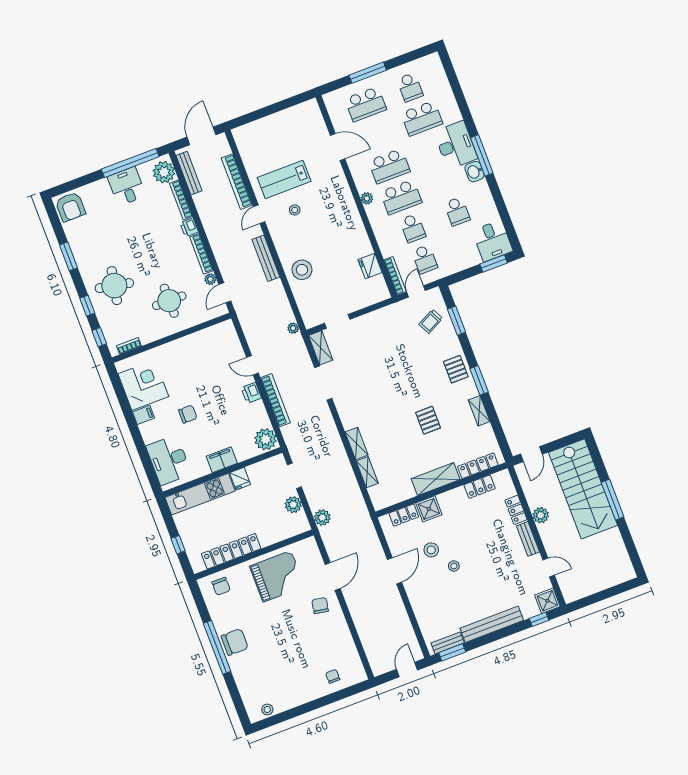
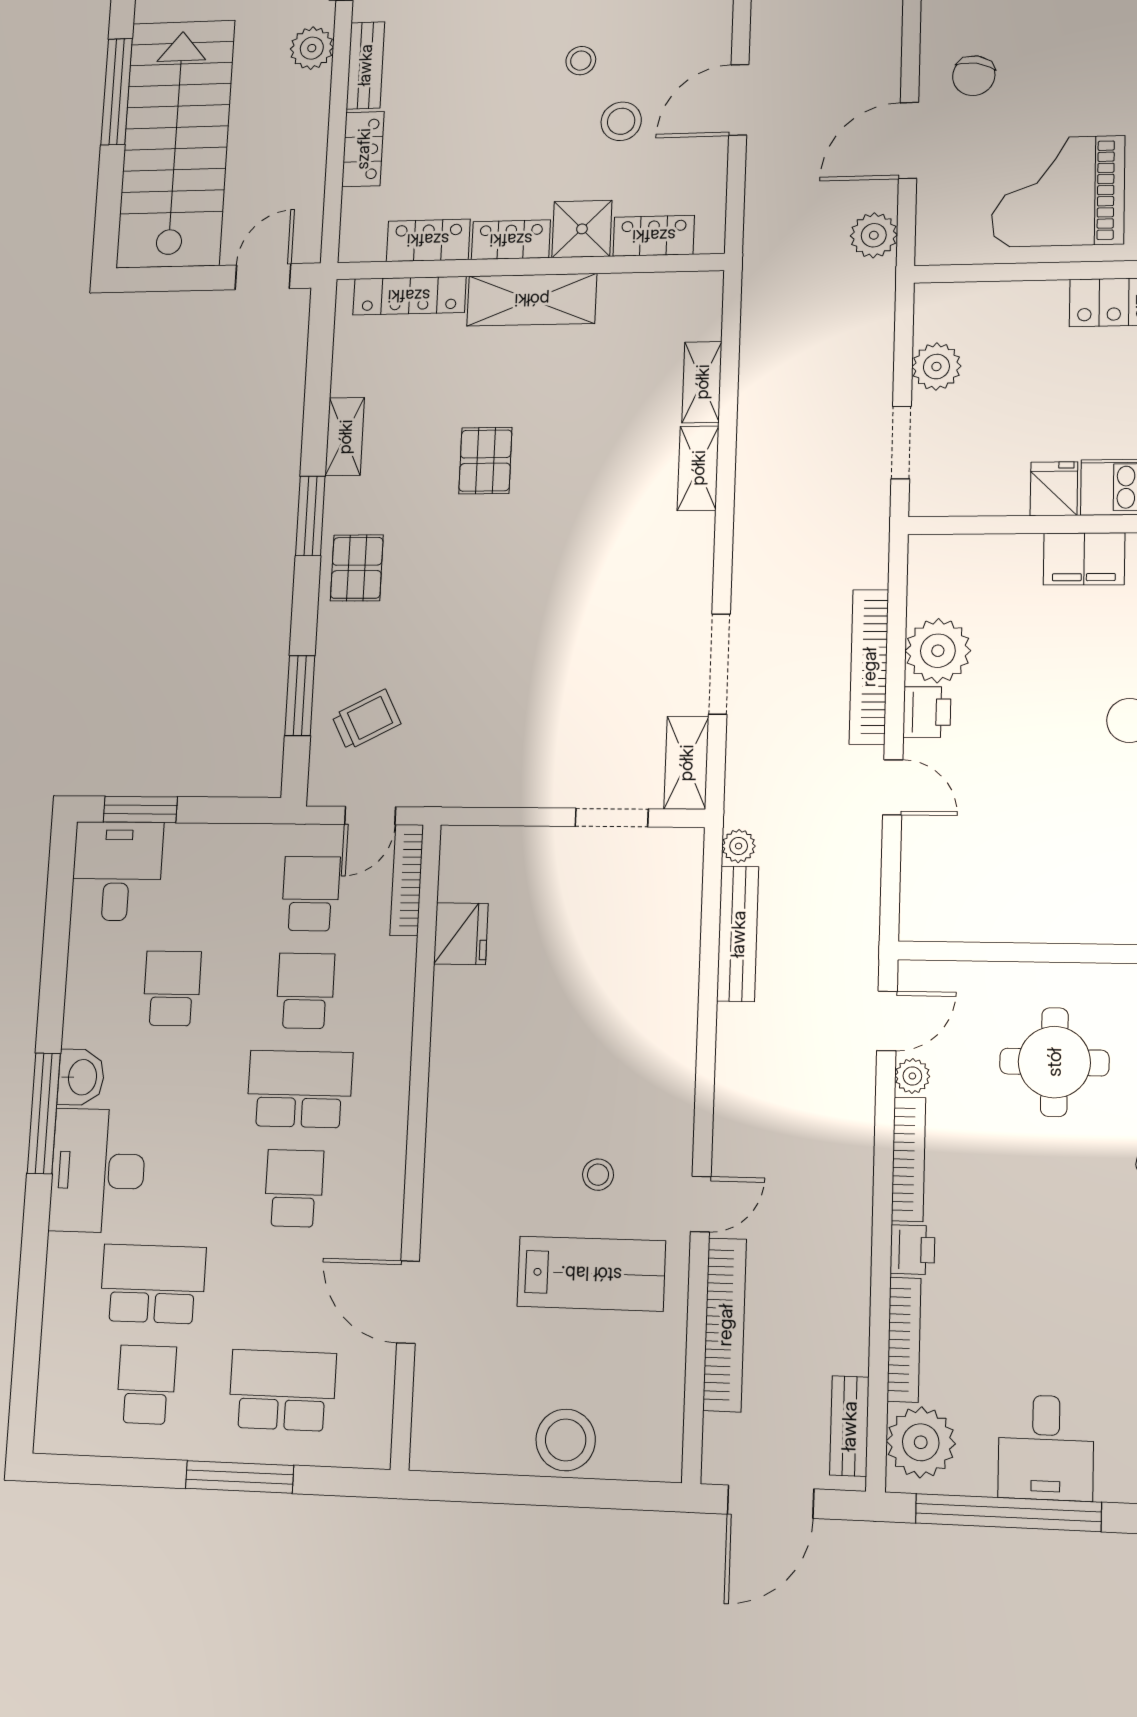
school desk: (389, 166) -> (294, 1188), width x0.54
bench: (189, 173) -> (849, 1426), width x0.73
plant: (367, 198) -> (391, 1124), removed
bench: (266, 258) -> (738, 934), moved
stool: (302, 270) -> (566, 1440), moved
plant: (266, 439) -> (938, 651), moved
locker: (451, 497) -> (511, 240), added
plant: (541, 515) -> (312, 48), moved
plant: (322, 518) -> (874, 235), moved

